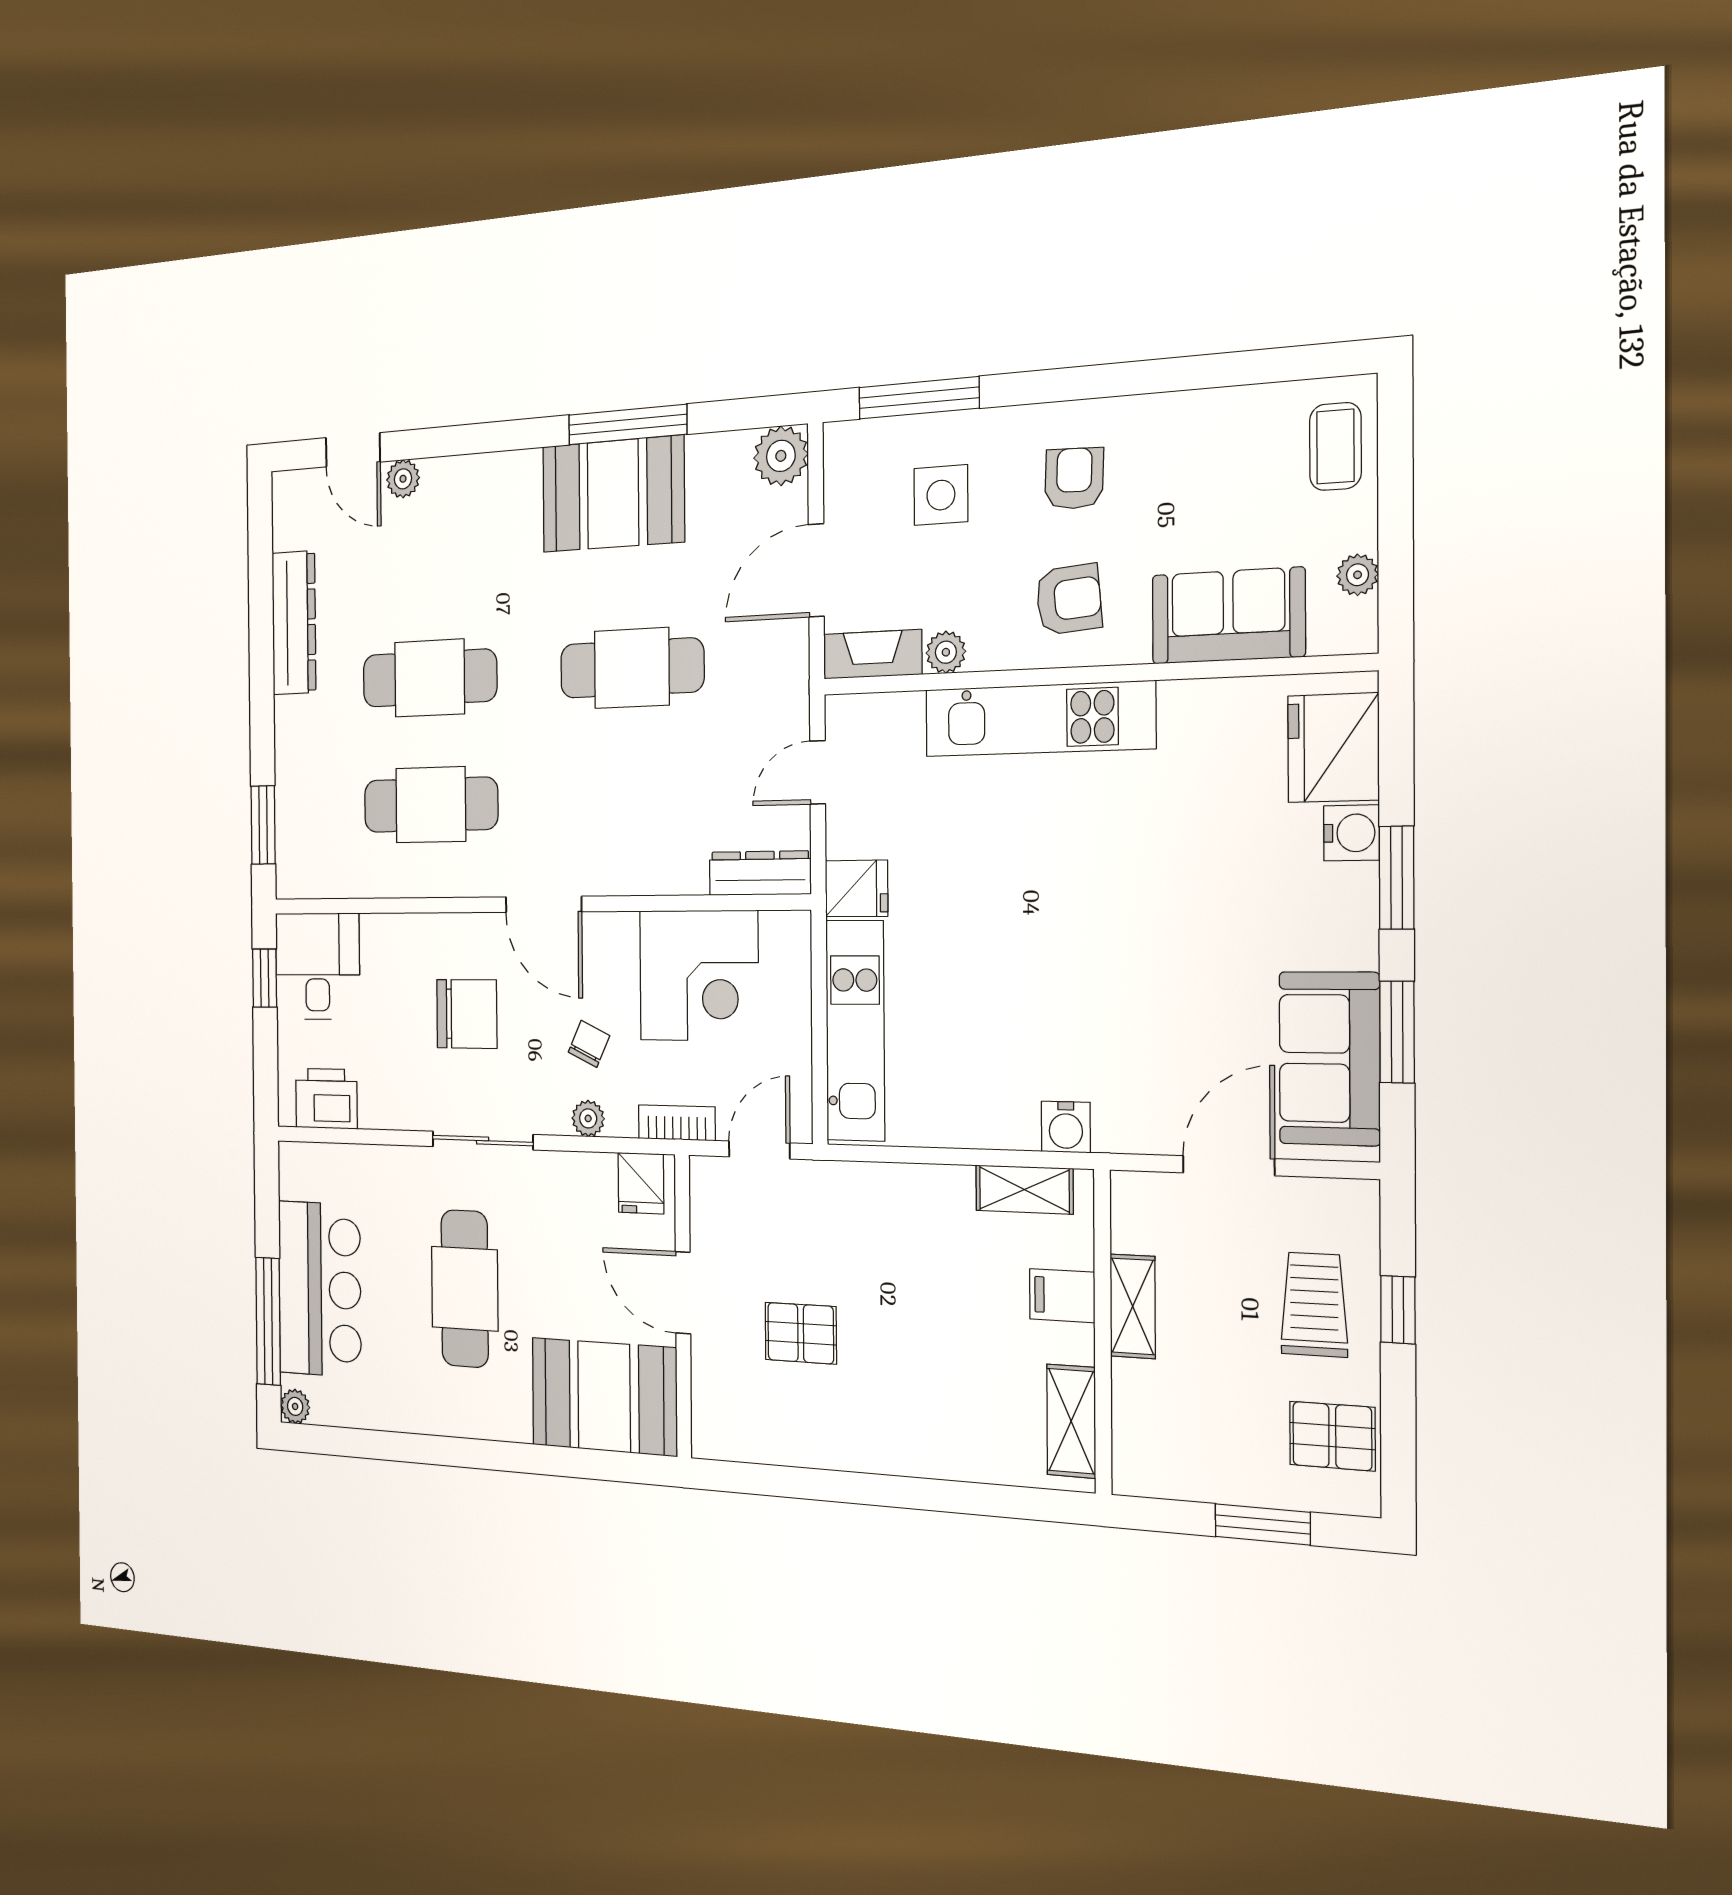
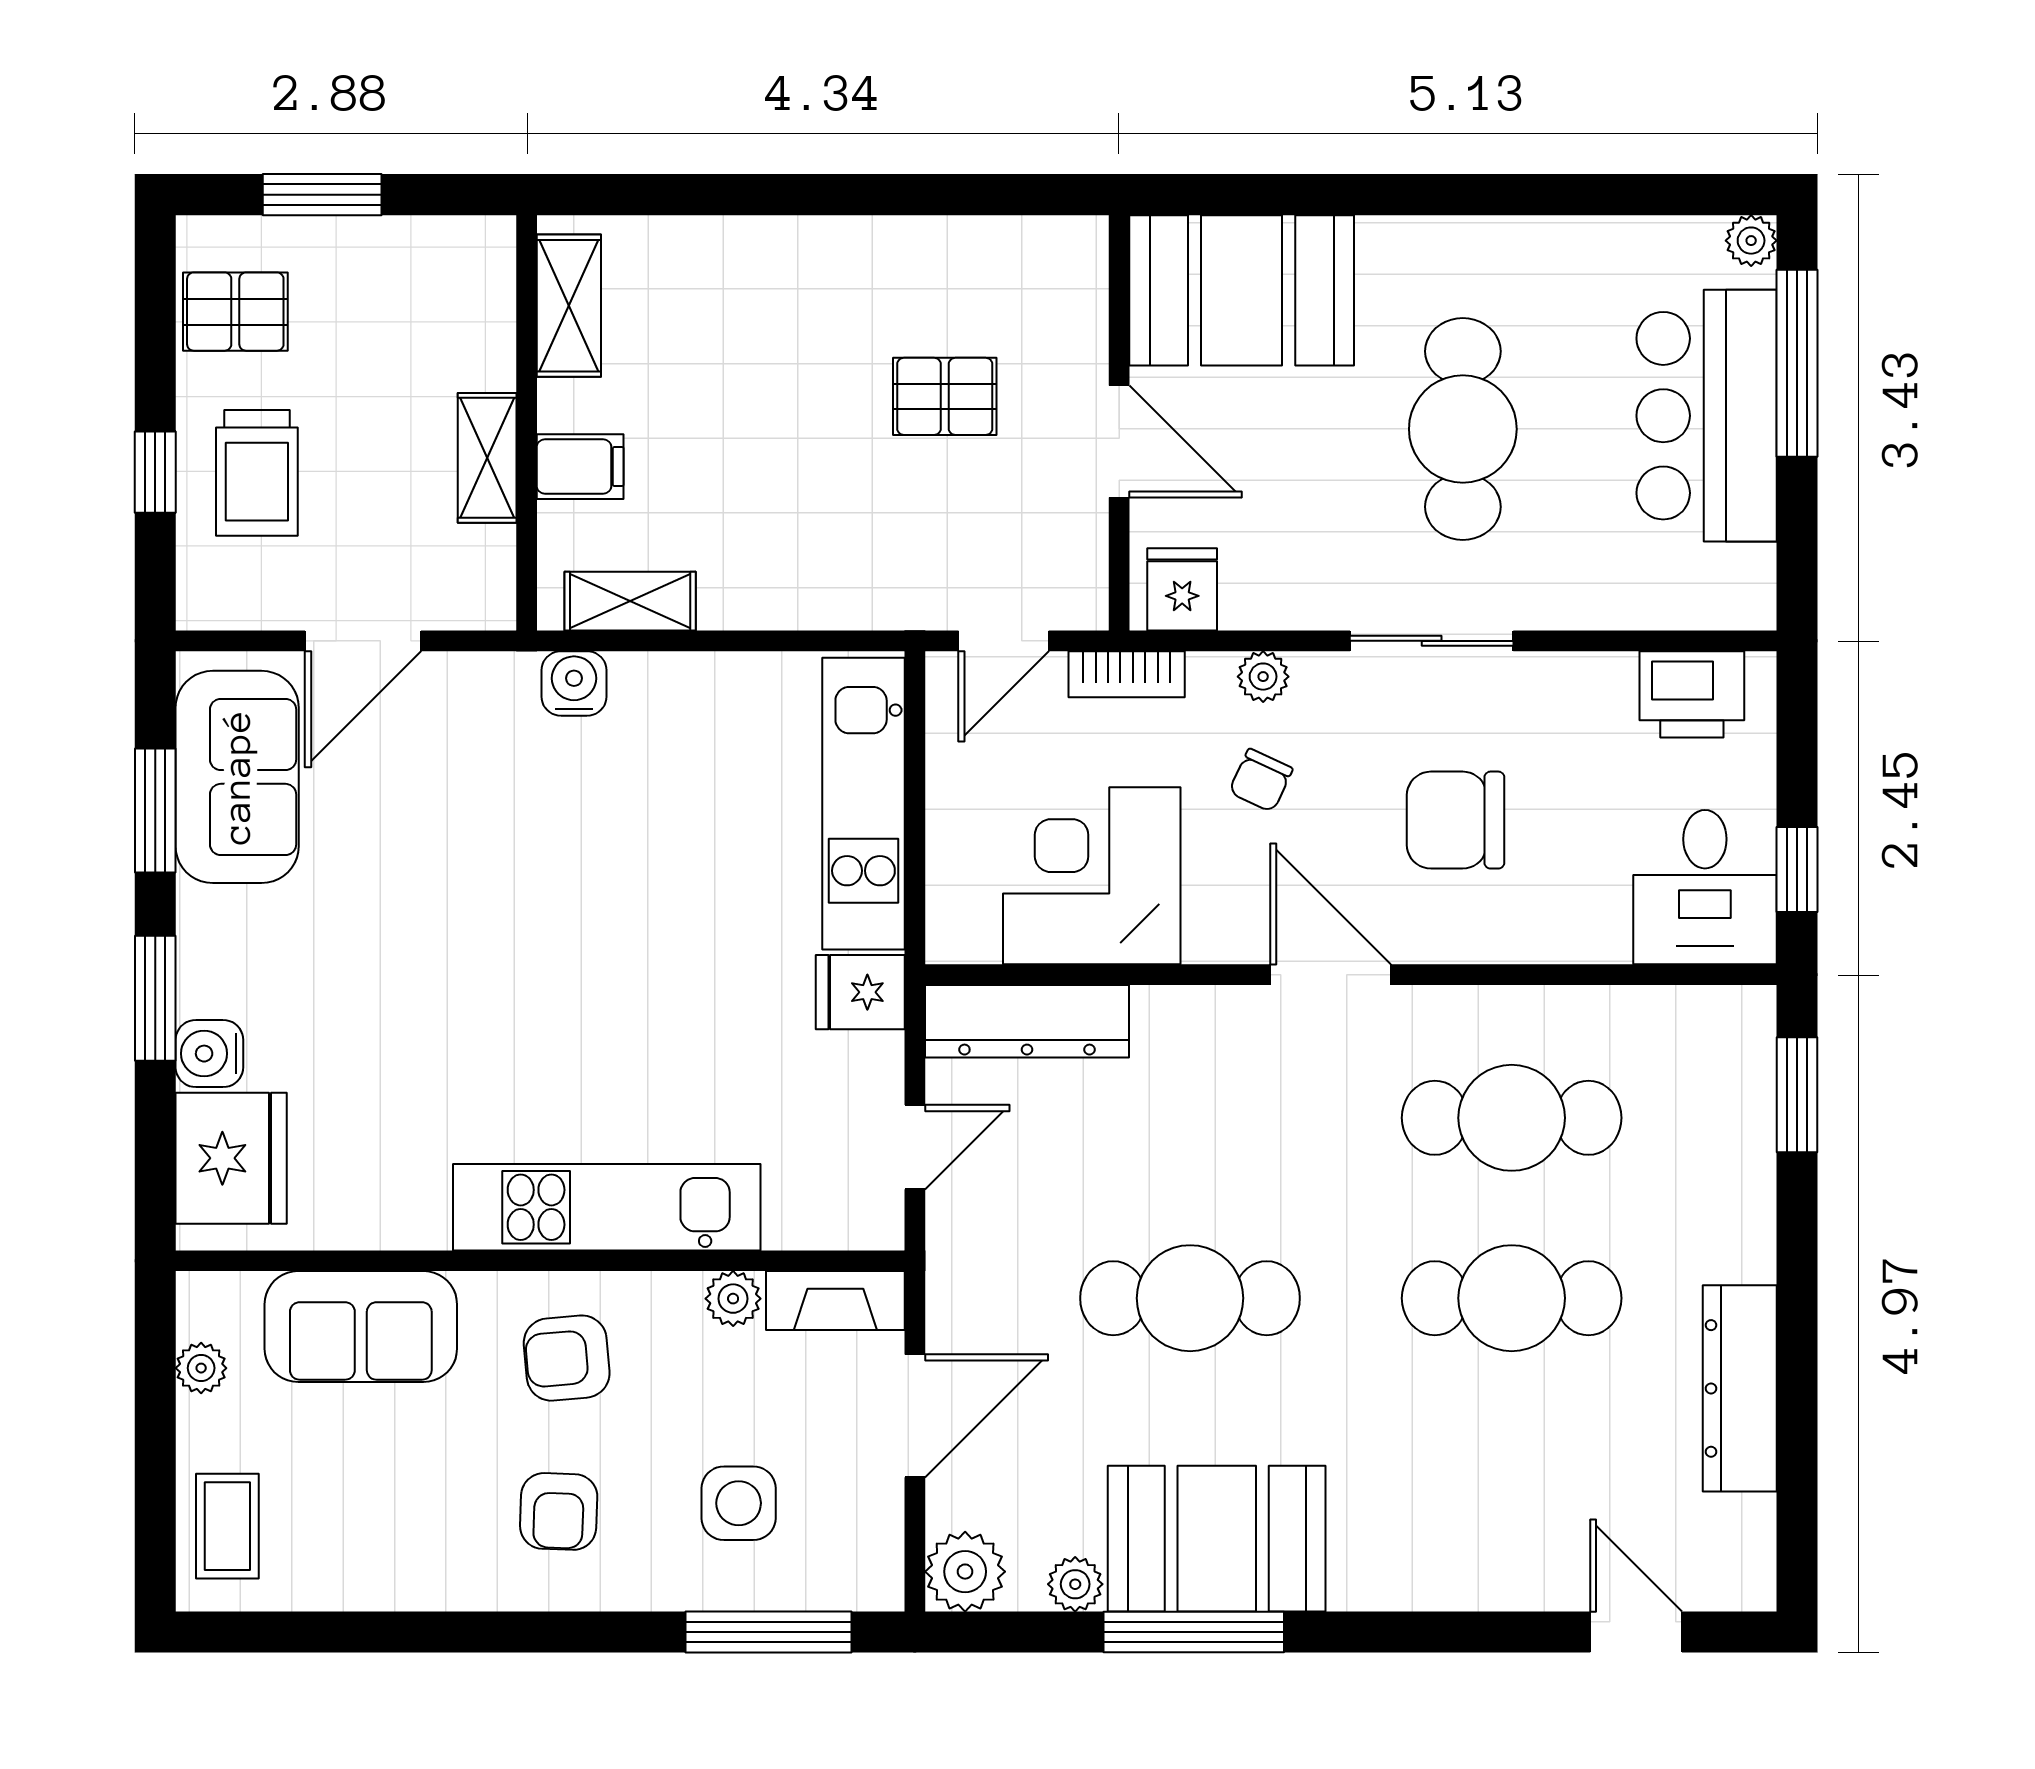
plant: (403, 479) -> (1075, 1584), moved
dresser: (760, 873) -> (1027, 1021), width x1.37, depth x1.24

